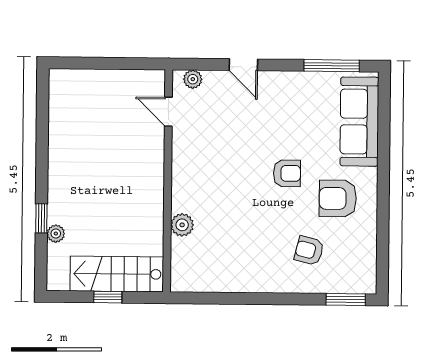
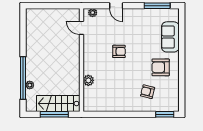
sofa: (359, 122) -> (170, 37), width x0.73
armchair: (287, 173) -> (119, 51), moved
window: (41, 218) -> (23, 78), width x3.17
window: (108, 297) -> (54, 114), width x2.17

